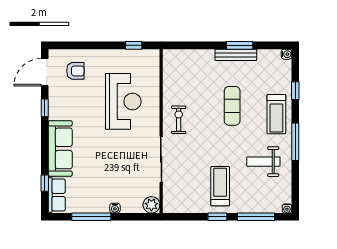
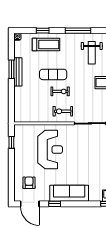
reception desk: (123, 101) -> (50, 150), turned 90
treadmill: (276, 114) -> (46, 45), moved
exercise bike: (207, 116) -> (60, 91), added
sofa: (60, 148) -> (69, 193), moved

